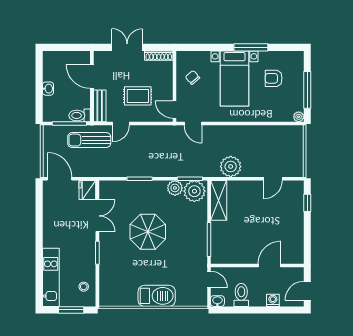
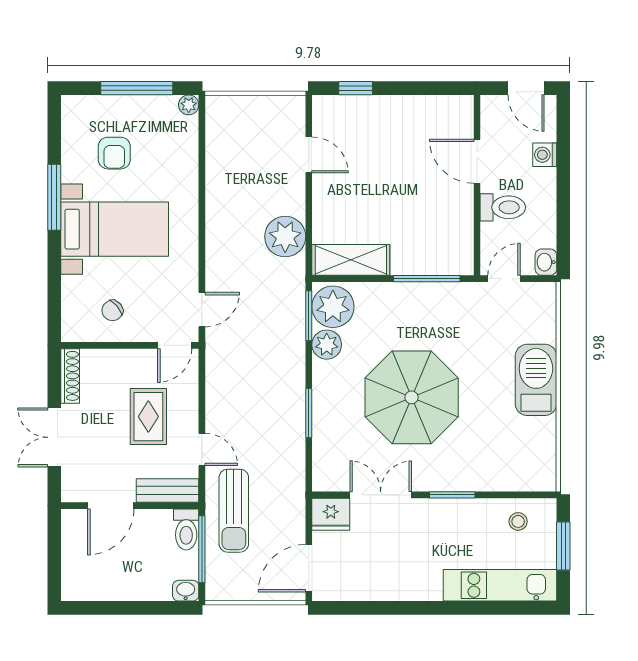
washbasin: (48, 89) -> (186, 591), moved
parasol: (148, 232) -> (412, 397), width x1.36, depth x1.36
toilet: (241, 295) -> (503, 207), moved, turned 180

